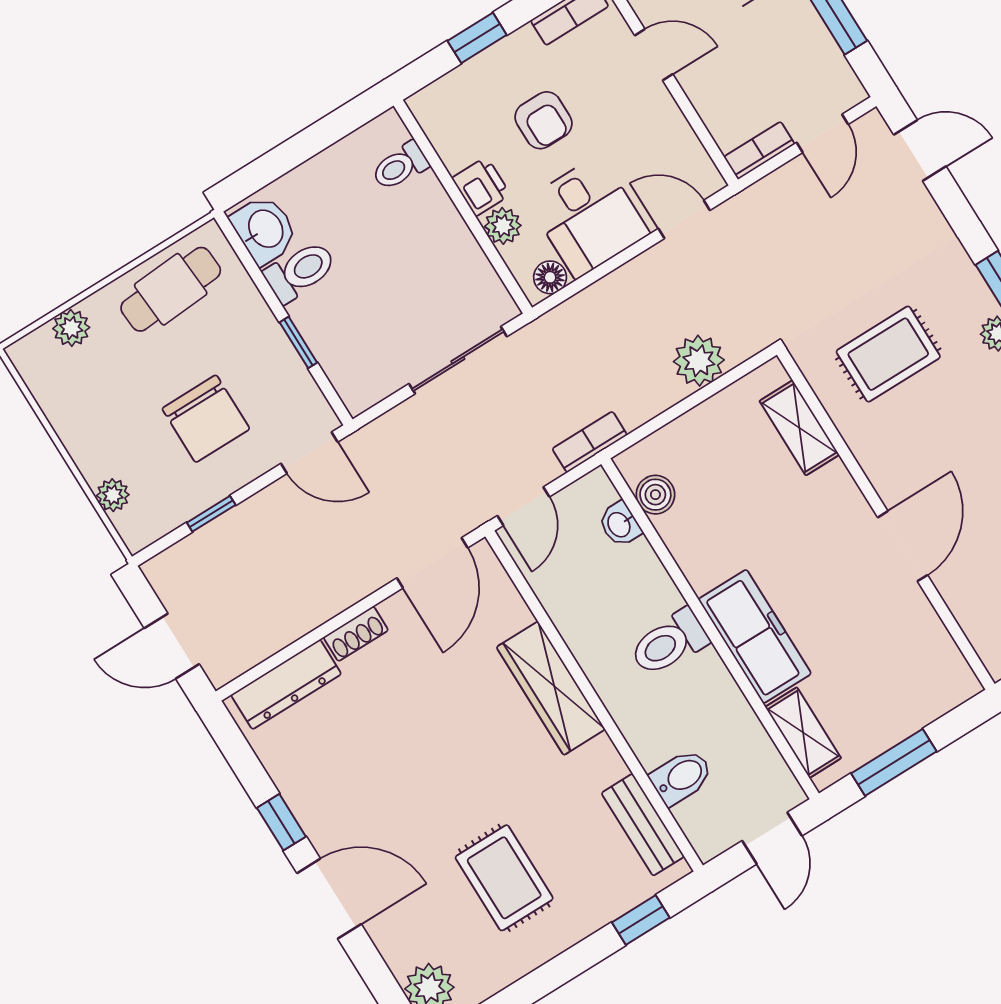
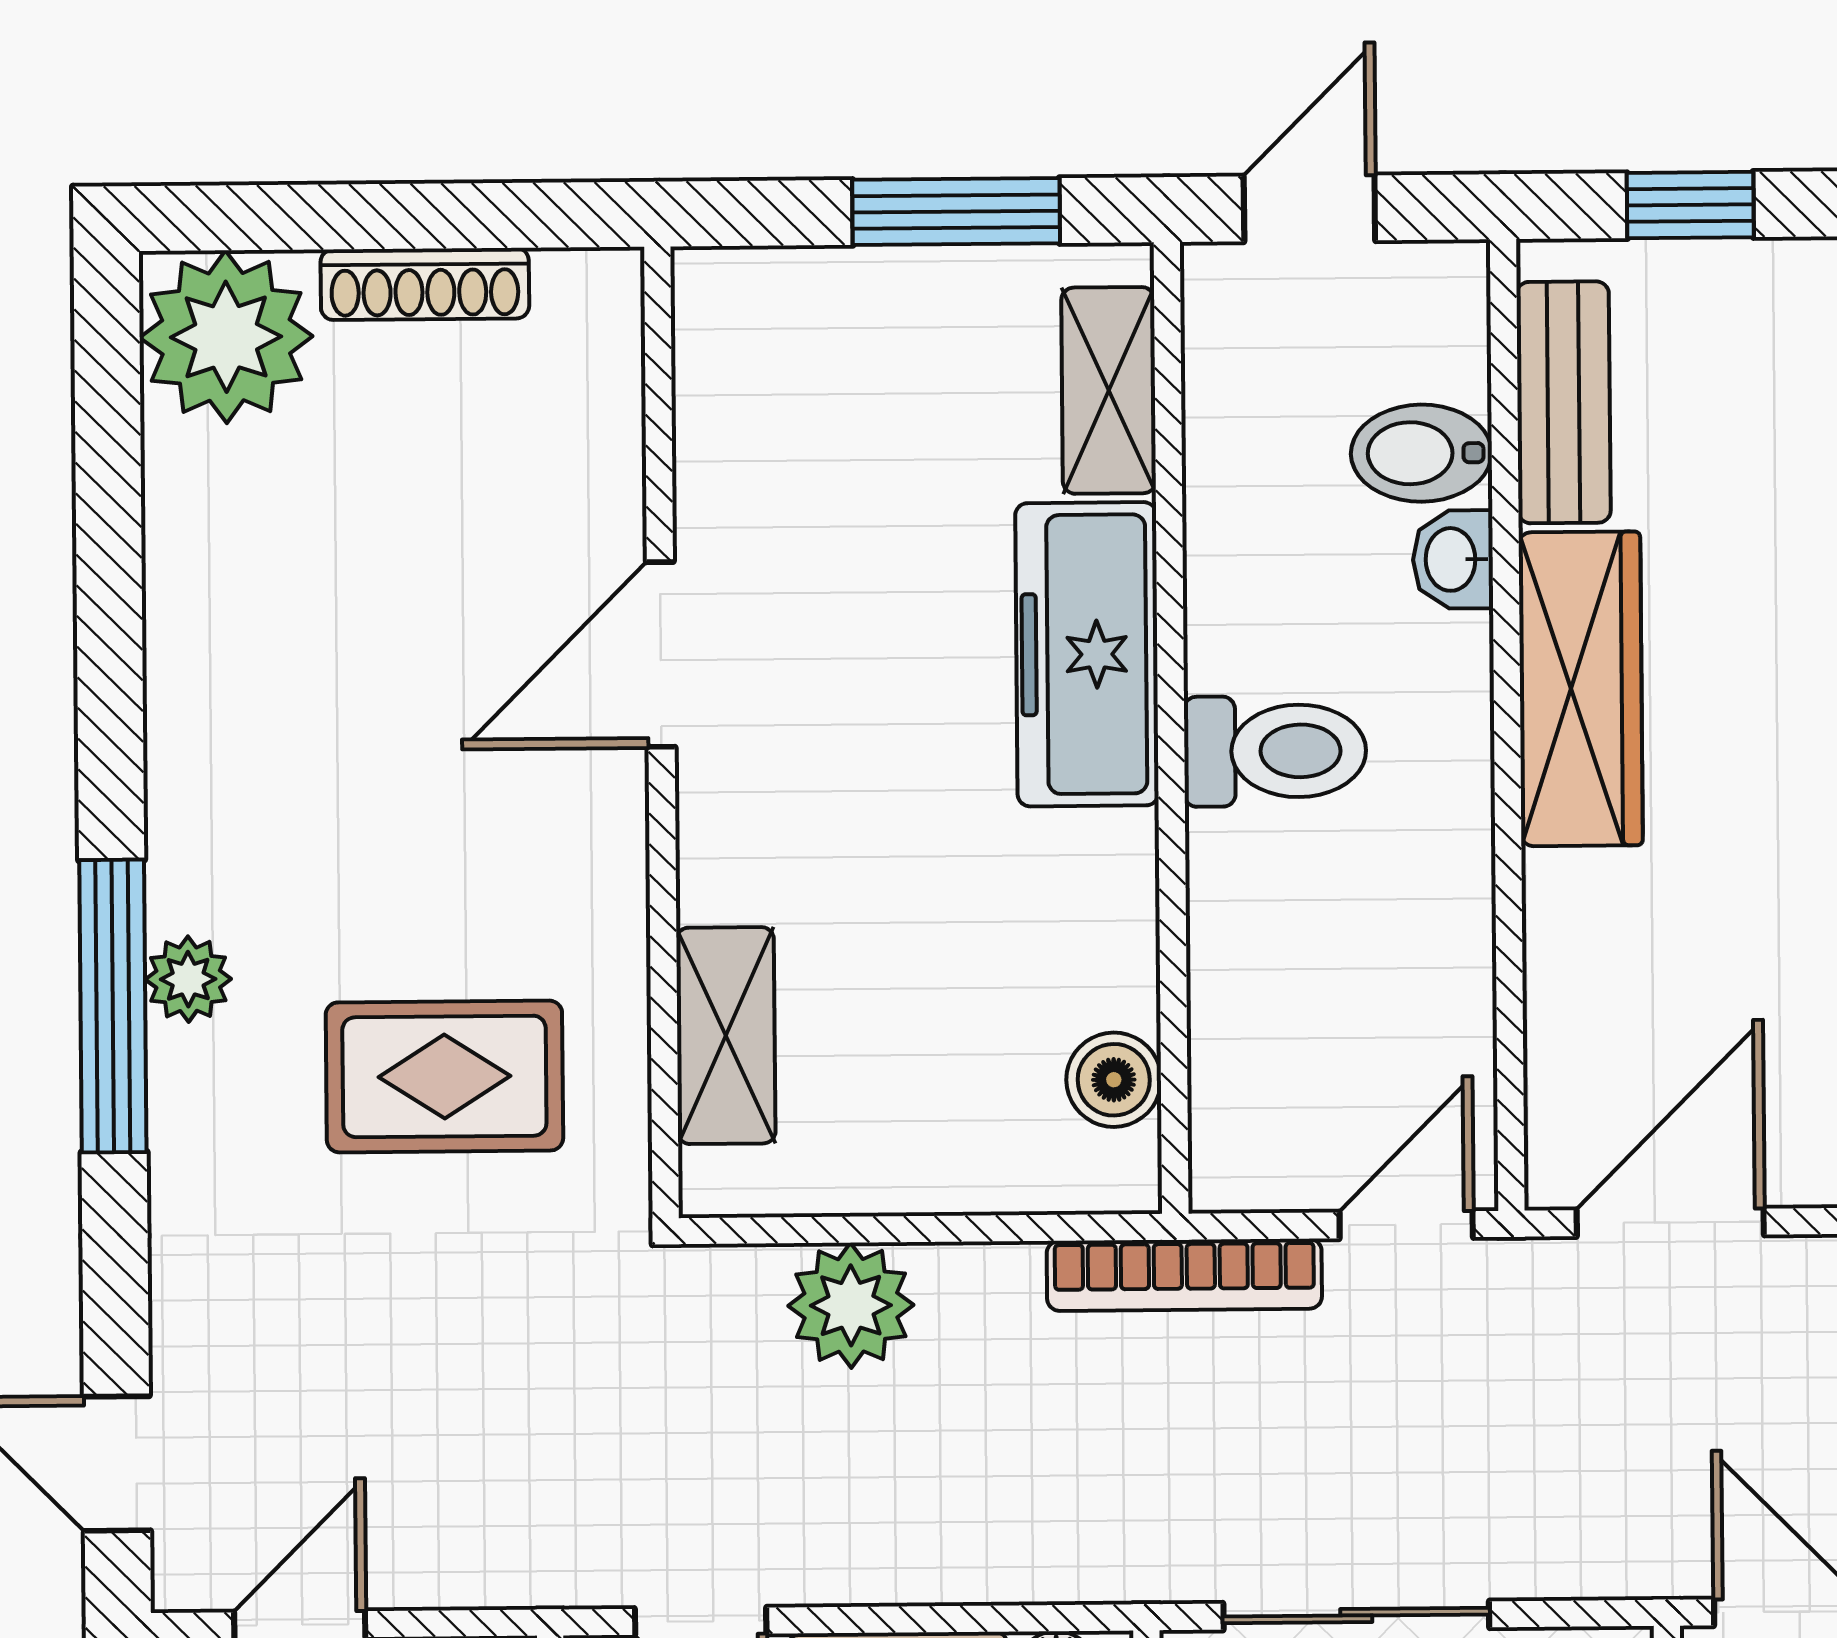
bookcase: (590, 442) -> (1184, 1275), width x1.56
washbasin: (620, 524) -> (1453, 559), moved, turned 180
wardrobe: (551, 688) -> (1581, 689), moved

